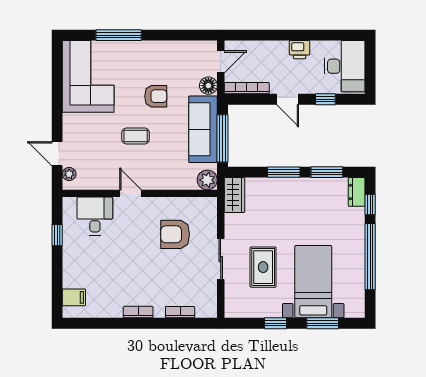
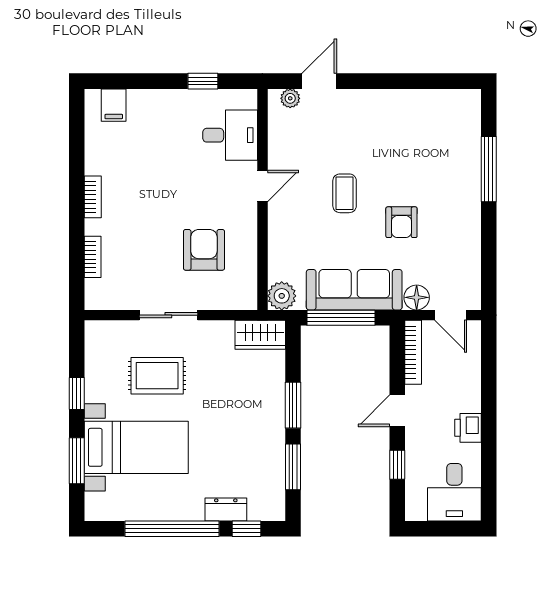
desk: (345, 66) -> (454, 492), width x0.73
corner sofa: (88, 76) -> (430, 125), removed
dresser: (357, 192) -> (226, 509), moved

